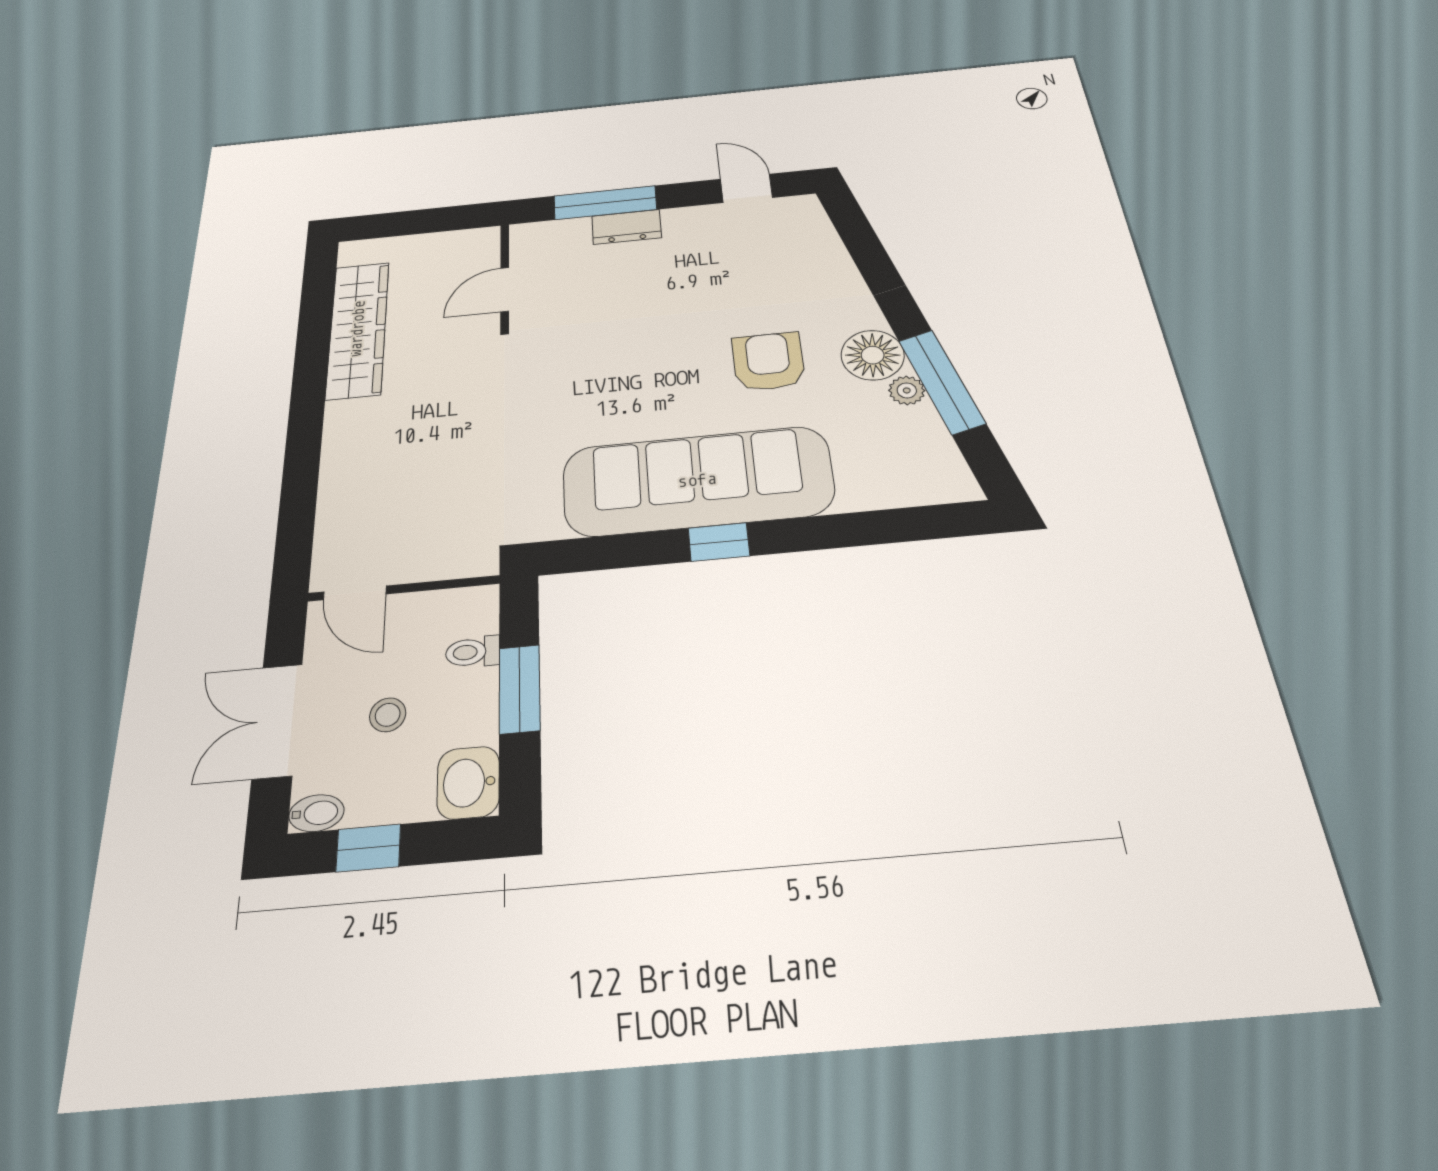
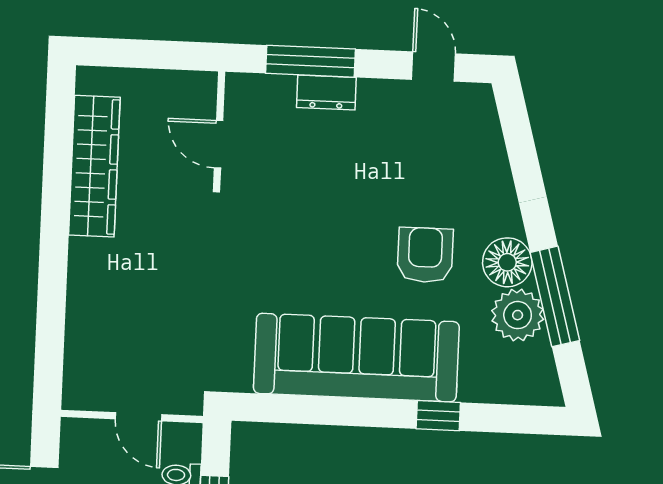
door: (505, 290) -> (219, 144), hinge flipped
plant: (907, 390) -> (518, 315), width x1.88, depth x1.88
window: (719, 542) -> (438, 416), moved
door: (355, 593) -> (138, 417), moved

